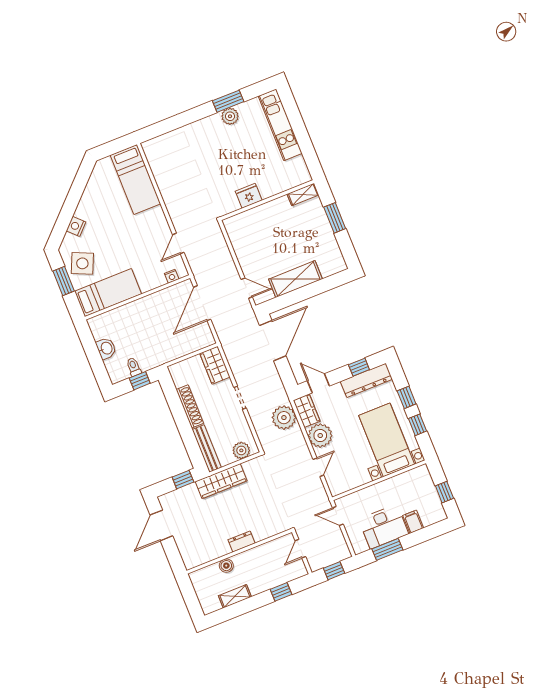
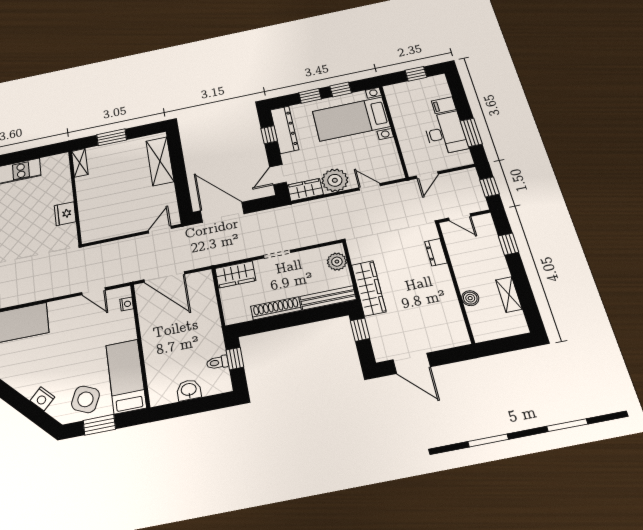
shelving: (295, 279) -> (160, 161), moved
plant: (284, 418) -> (308, 213), removed
dresser: (242, 541) -> (436, 252), moved

